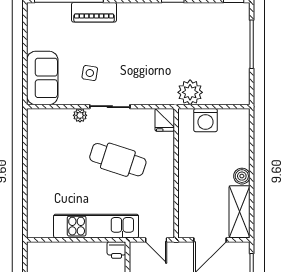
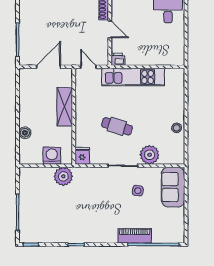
plant: (80, 115) -> (150, 155), width x1.88, depth x1.88
stool: (37, 158) -> (177, 128), added
cafe table: (118, 160) -> (117, 126), width x0.73, depth x0.74
boiler: (242, 176) -> (25, 133), moved
shelving: (239, 212) -> (65, 107), moved

